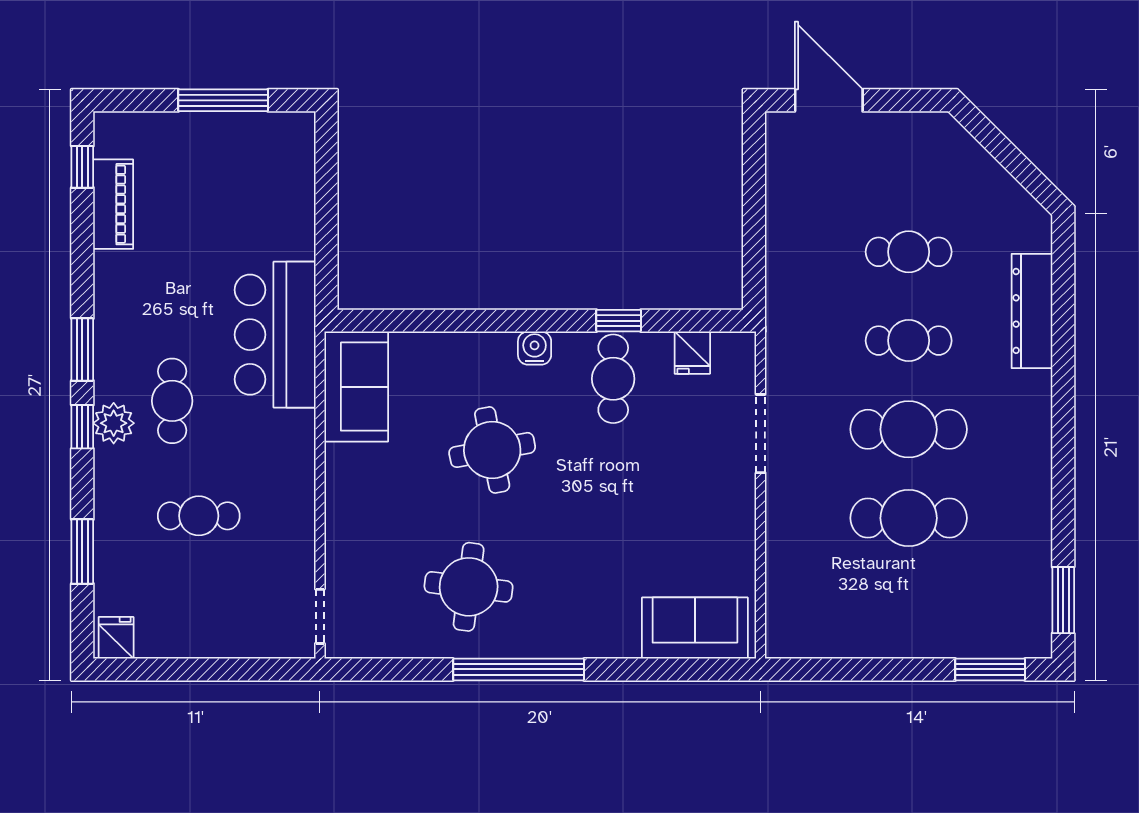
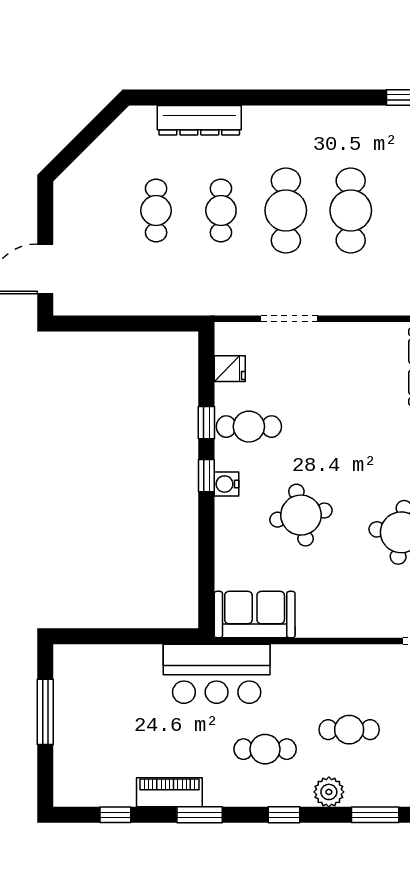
window: (82, 167) -> (115, 815), moved
piano: (113, 204) -> (169, 792), moved
window: (546, 321) -> (206, 476), added
window: (82, 350) -> (200, 815), moved
plant: (114, 423) -> (329, 792), moved
cafe table: (199, 516) -> (349, 730), turned 90

